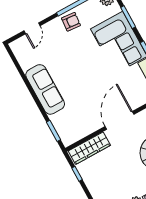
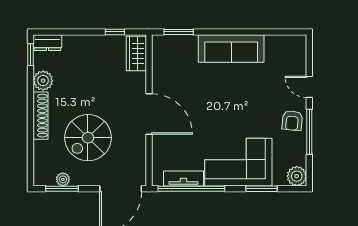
door: (32, 28) -> (309, 87), moved
wardrobe: (89, 148) -> (136, 53), width x0.67

